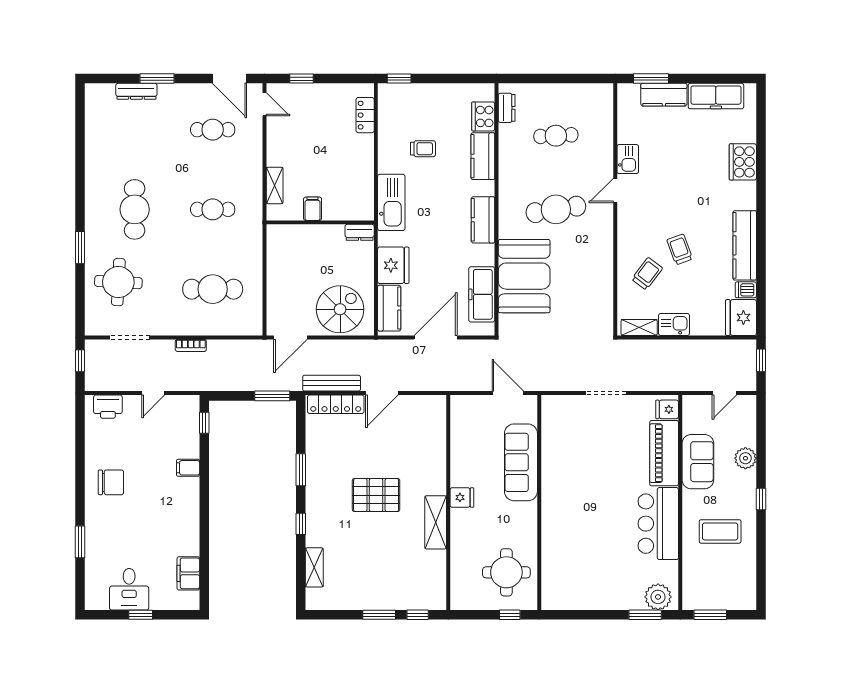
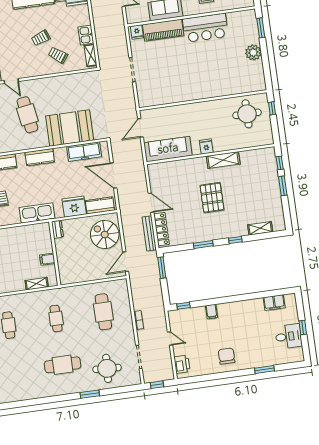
door: (290, 337) -> (126, 262), swing flipped
sofa: (521, 462) -> (168, 149), moved, turned 180
plant: (658, 597) -> (253, 52), moved

